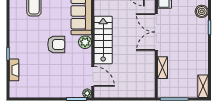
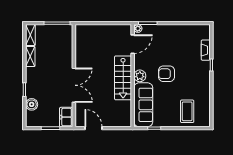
shelving: (163, 68) -> (30, 57), moved
door: (93, 76) -> (133, 44), swing flipped

